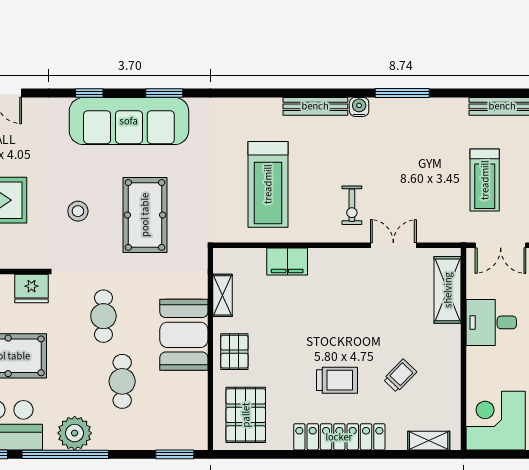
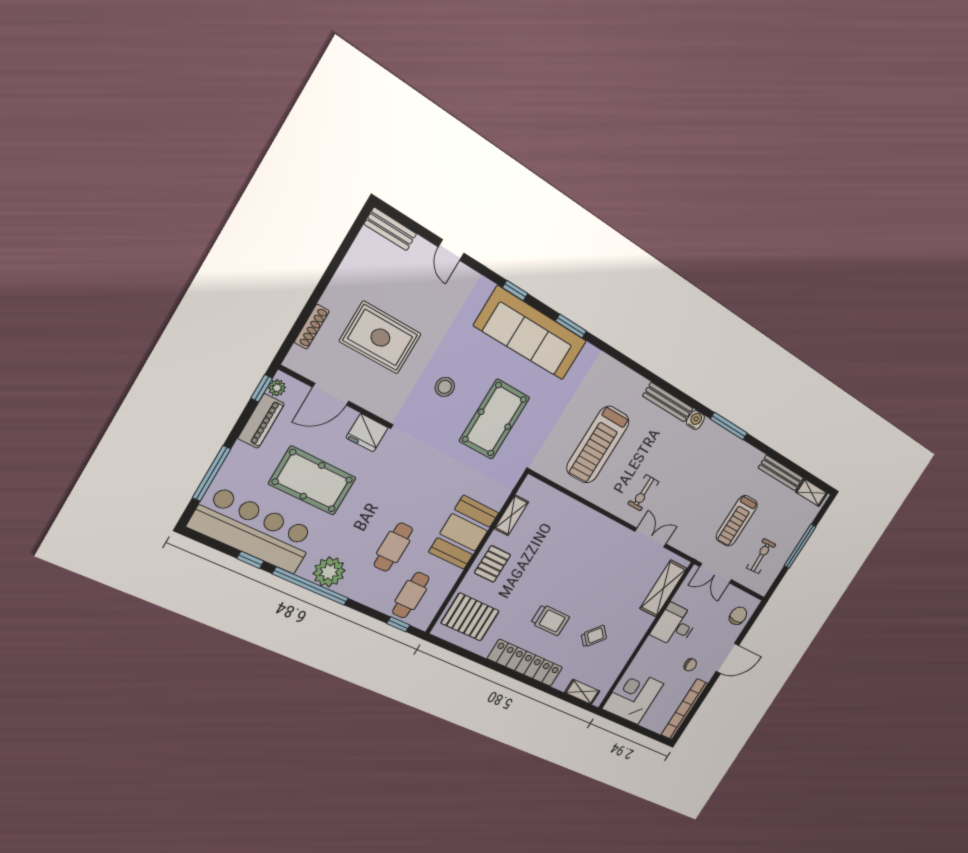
filing cabinet: (287, 261) -> (573, 512), removed
cafe table: (103, 316) -> (411, 595), moved
pallet: (246, 415) -> (470, 617), turned 90
window: (175, 454) -> (398, 624), width x0.67

